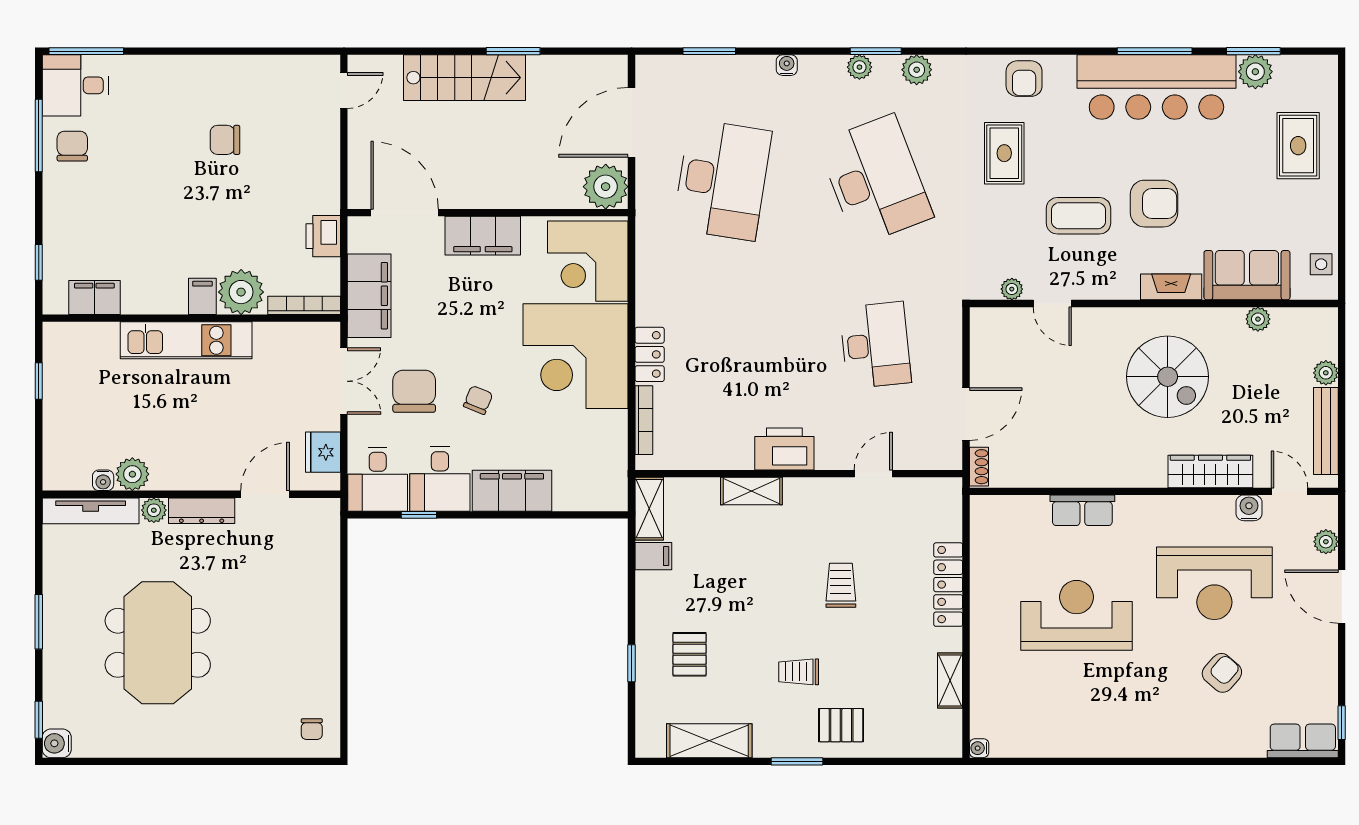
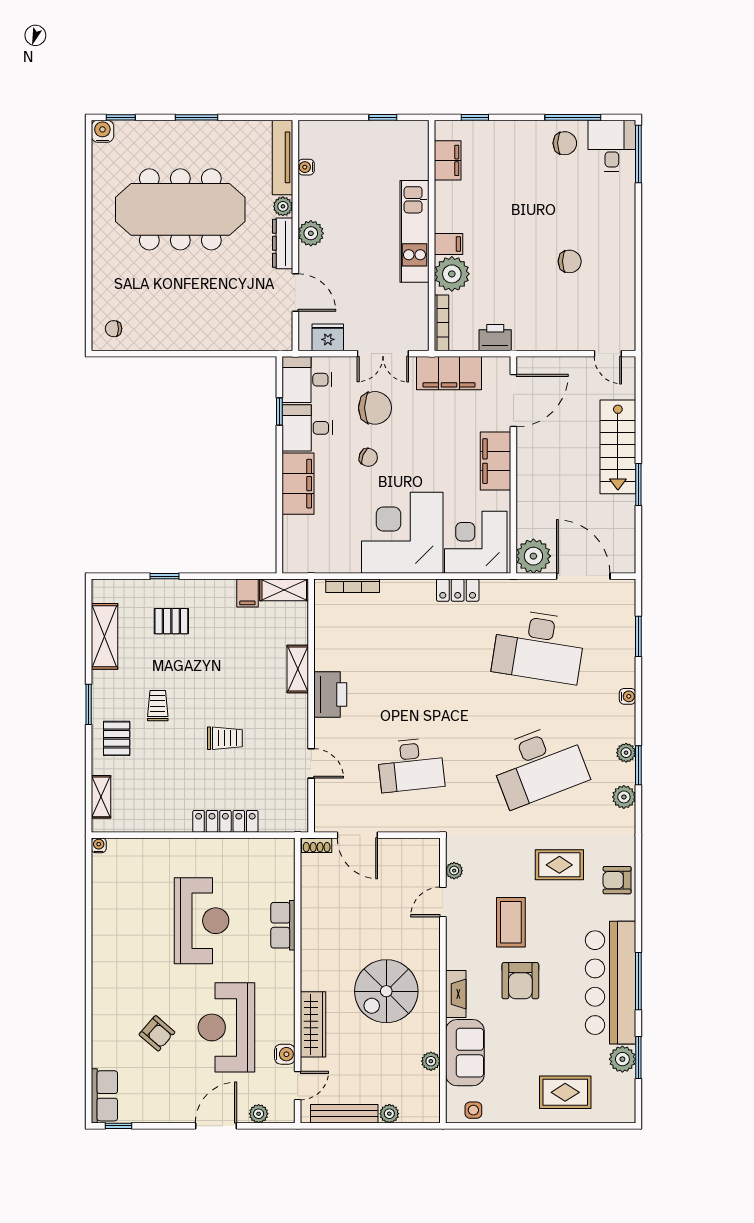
chair: (225, 140) -> (570, 261), turned 90
locker: (650, 354) -> (458, 590), moved
plant: (132, 474) -> (311, 233), moved
meeting table: (158, 643) -> (180, 209), width x1.36
shelving: (950, 680) -> (101, 797), moved, turned 90

